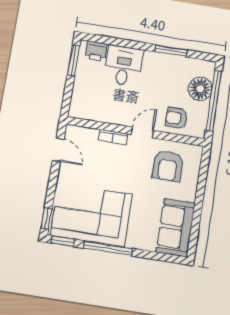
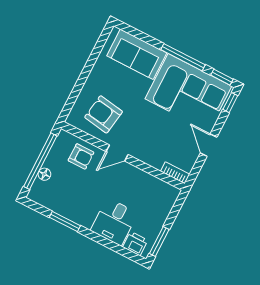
floor lamp: (200, 89) -> (44, 174), width x0.53, depth x0.53
bookcase: (113, 137) -> (175, 173), moved
door: (58, 150) -> (209, 145), moved
armchair: (168, 166) -> (104, 114), turned -81
sofa: (176, 228) -> (137, 54), moved, turned 90

